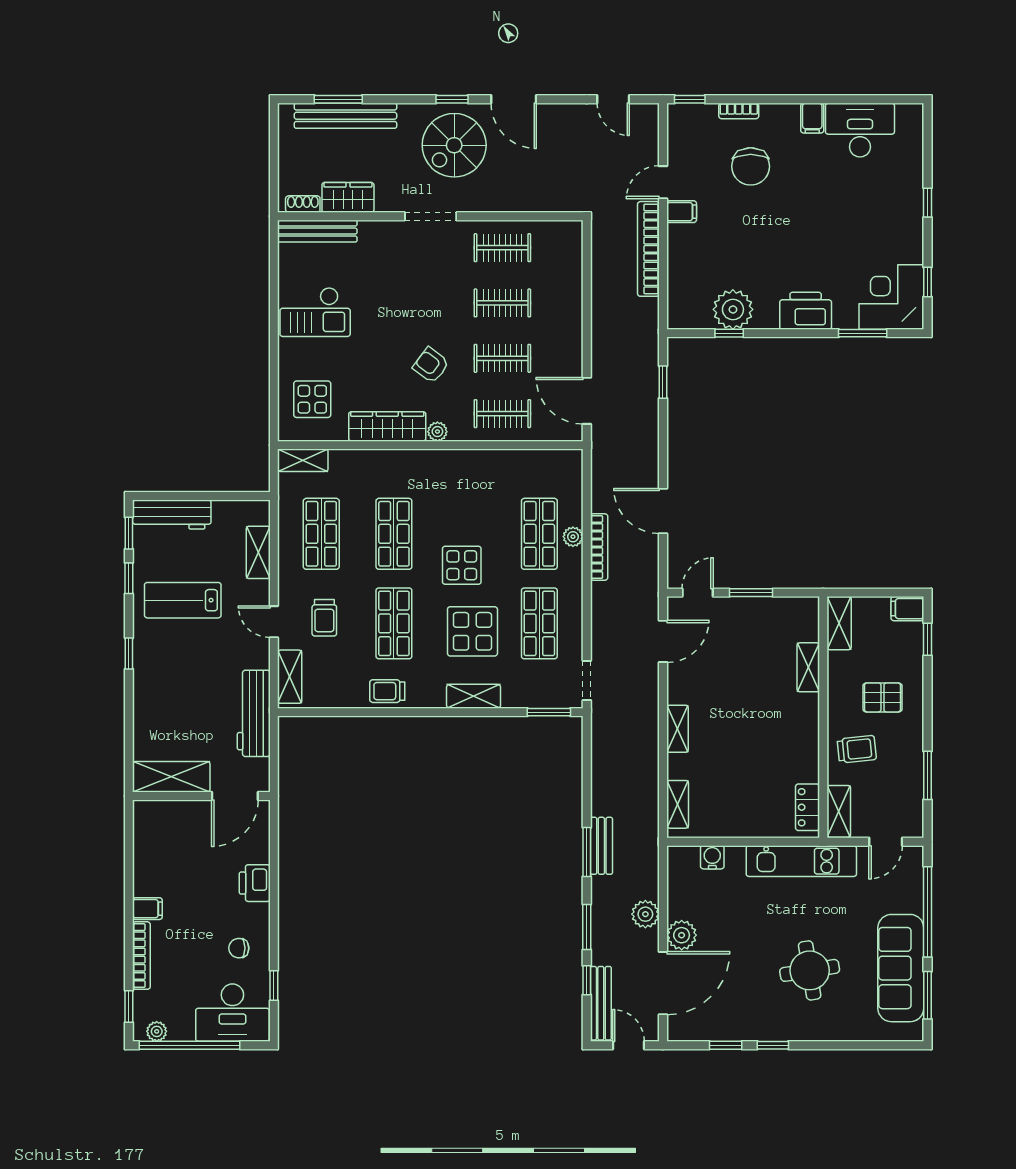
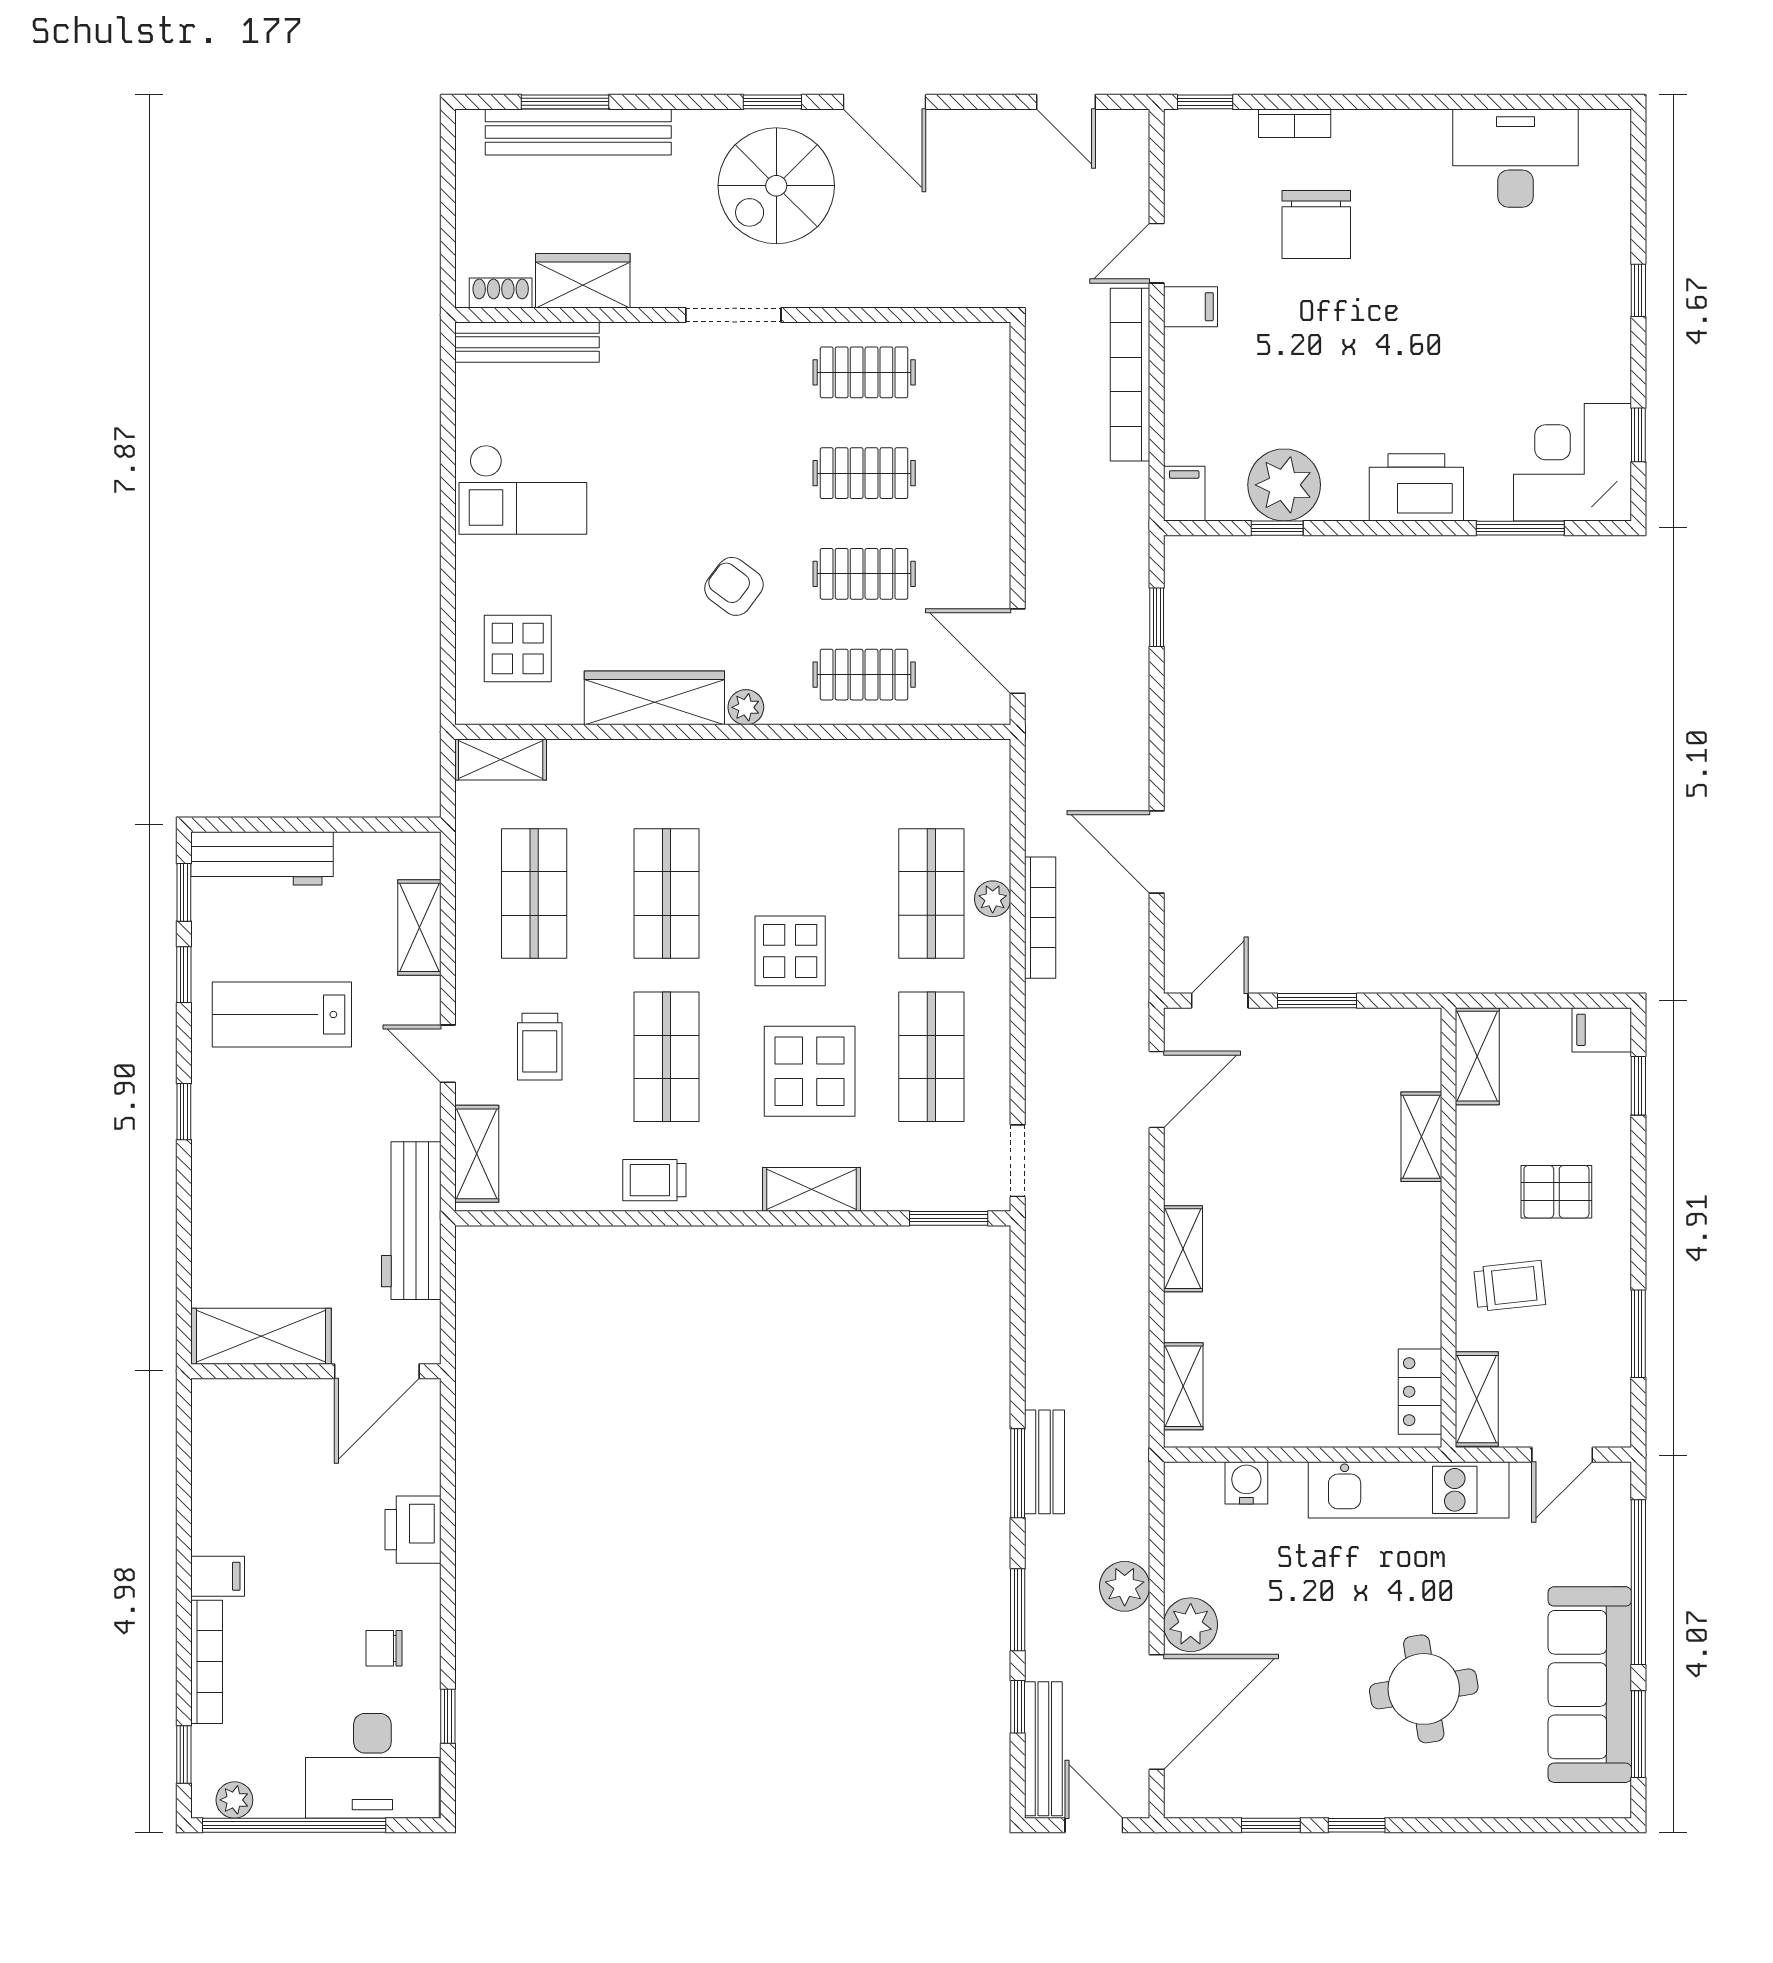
filing cabinet: (812, 118) -> (1184, 494), moved, turned 180

